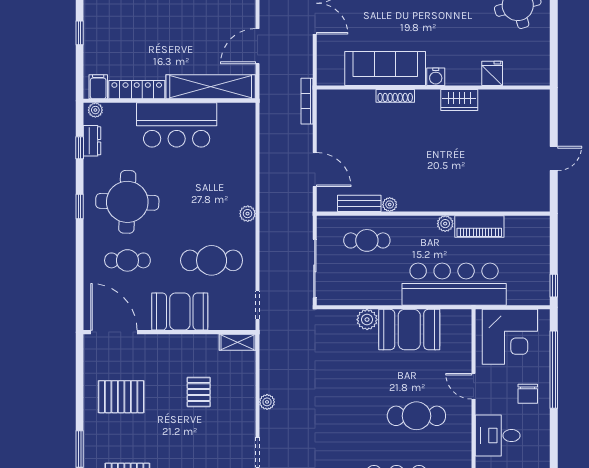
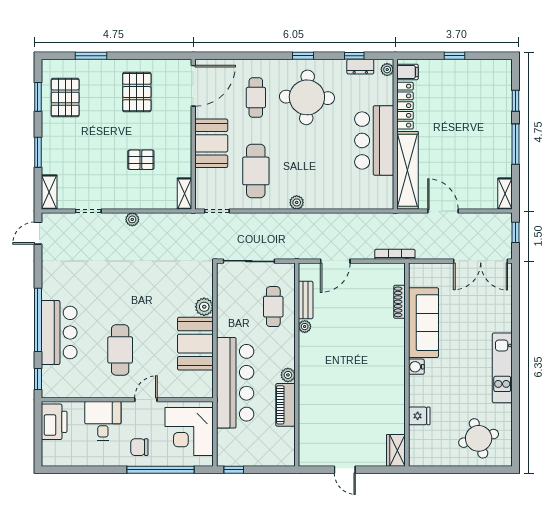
shoe rack: (395, 96) -> (400, 302), moved
wardrobe: (459, 100) -> (396, 450), moved

